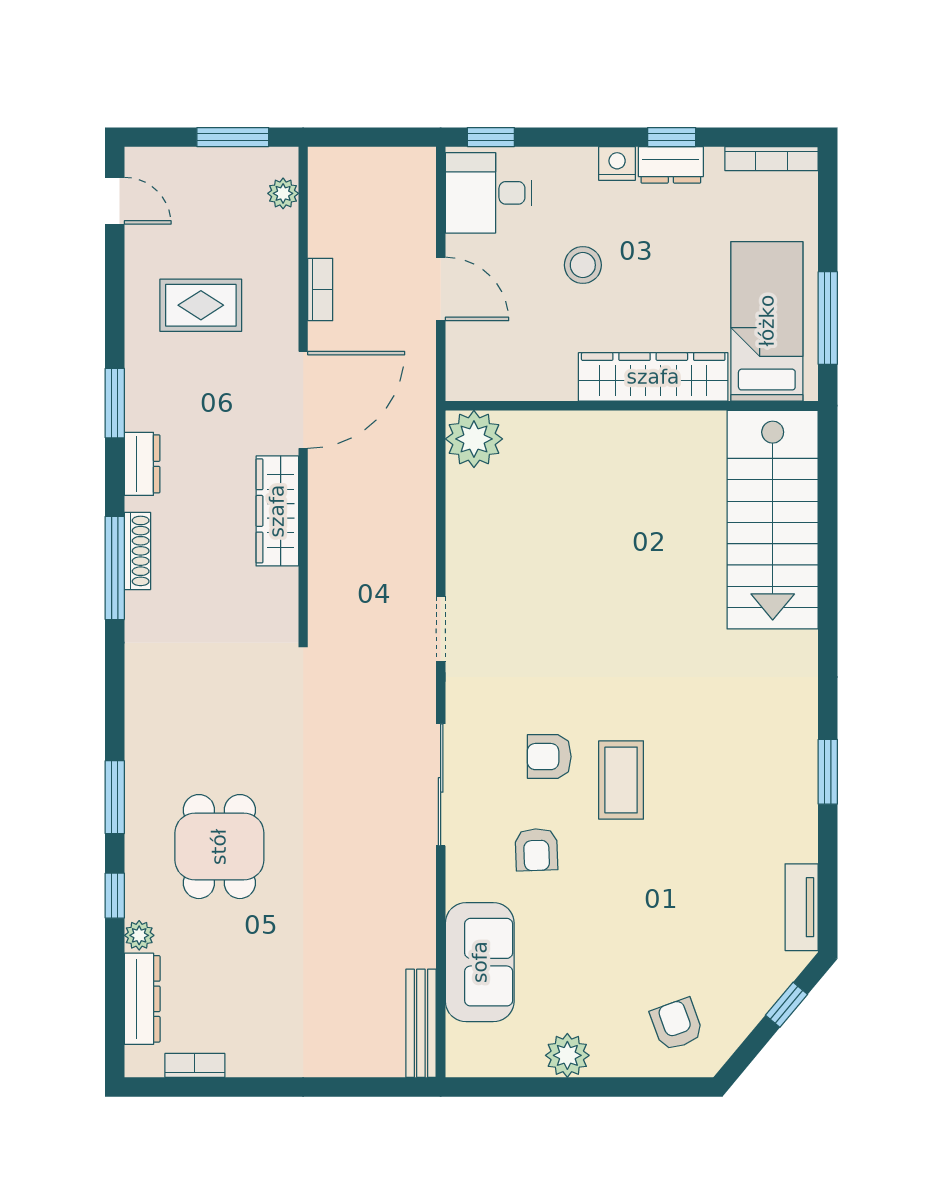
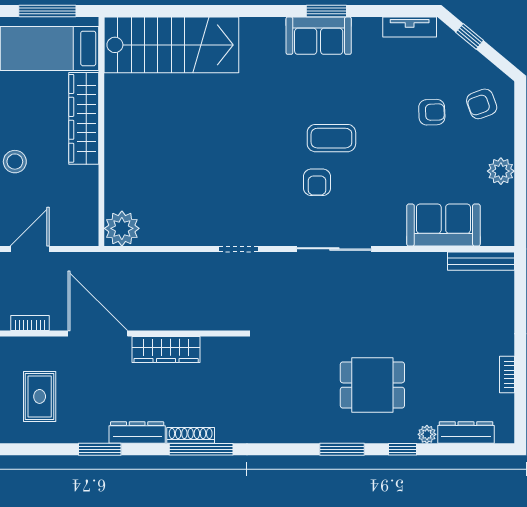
dresser: (142, 464) -> (137, 433), width x1.44
sofa: (788, 759) -> (319, 36), added
armchair: (536, 850) -> (432, 112), moved
bookcase: (195, 1065) -> (507, 374), moved

